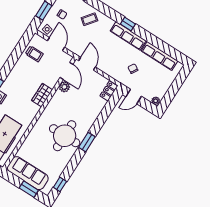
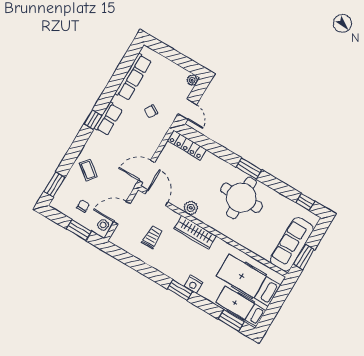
row of seats: (128, 36) -> (108, 119), width x0.68
trolley: (34, 54) -> (152, 237), moved
door: (66, 71) -> (157, 198), hinge flipped
plant: (64, 87) -> (191, 208), moved
locker: (109, 91) -> (187, 145), width x1.53
wardrobe: (42, 95) -> (195, 232), width x1.50
window: (29, 189) -> (304, 257), moved

